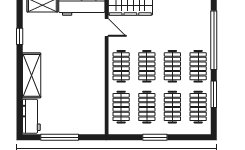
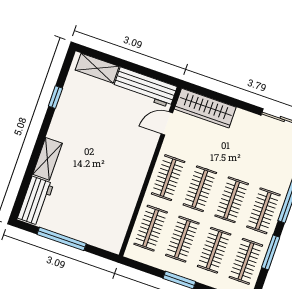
door: (107, 27) -> (167, 123), swing flipped
shelving: (32, 75) -> (47, 159), width x0.67, depth x0.75

